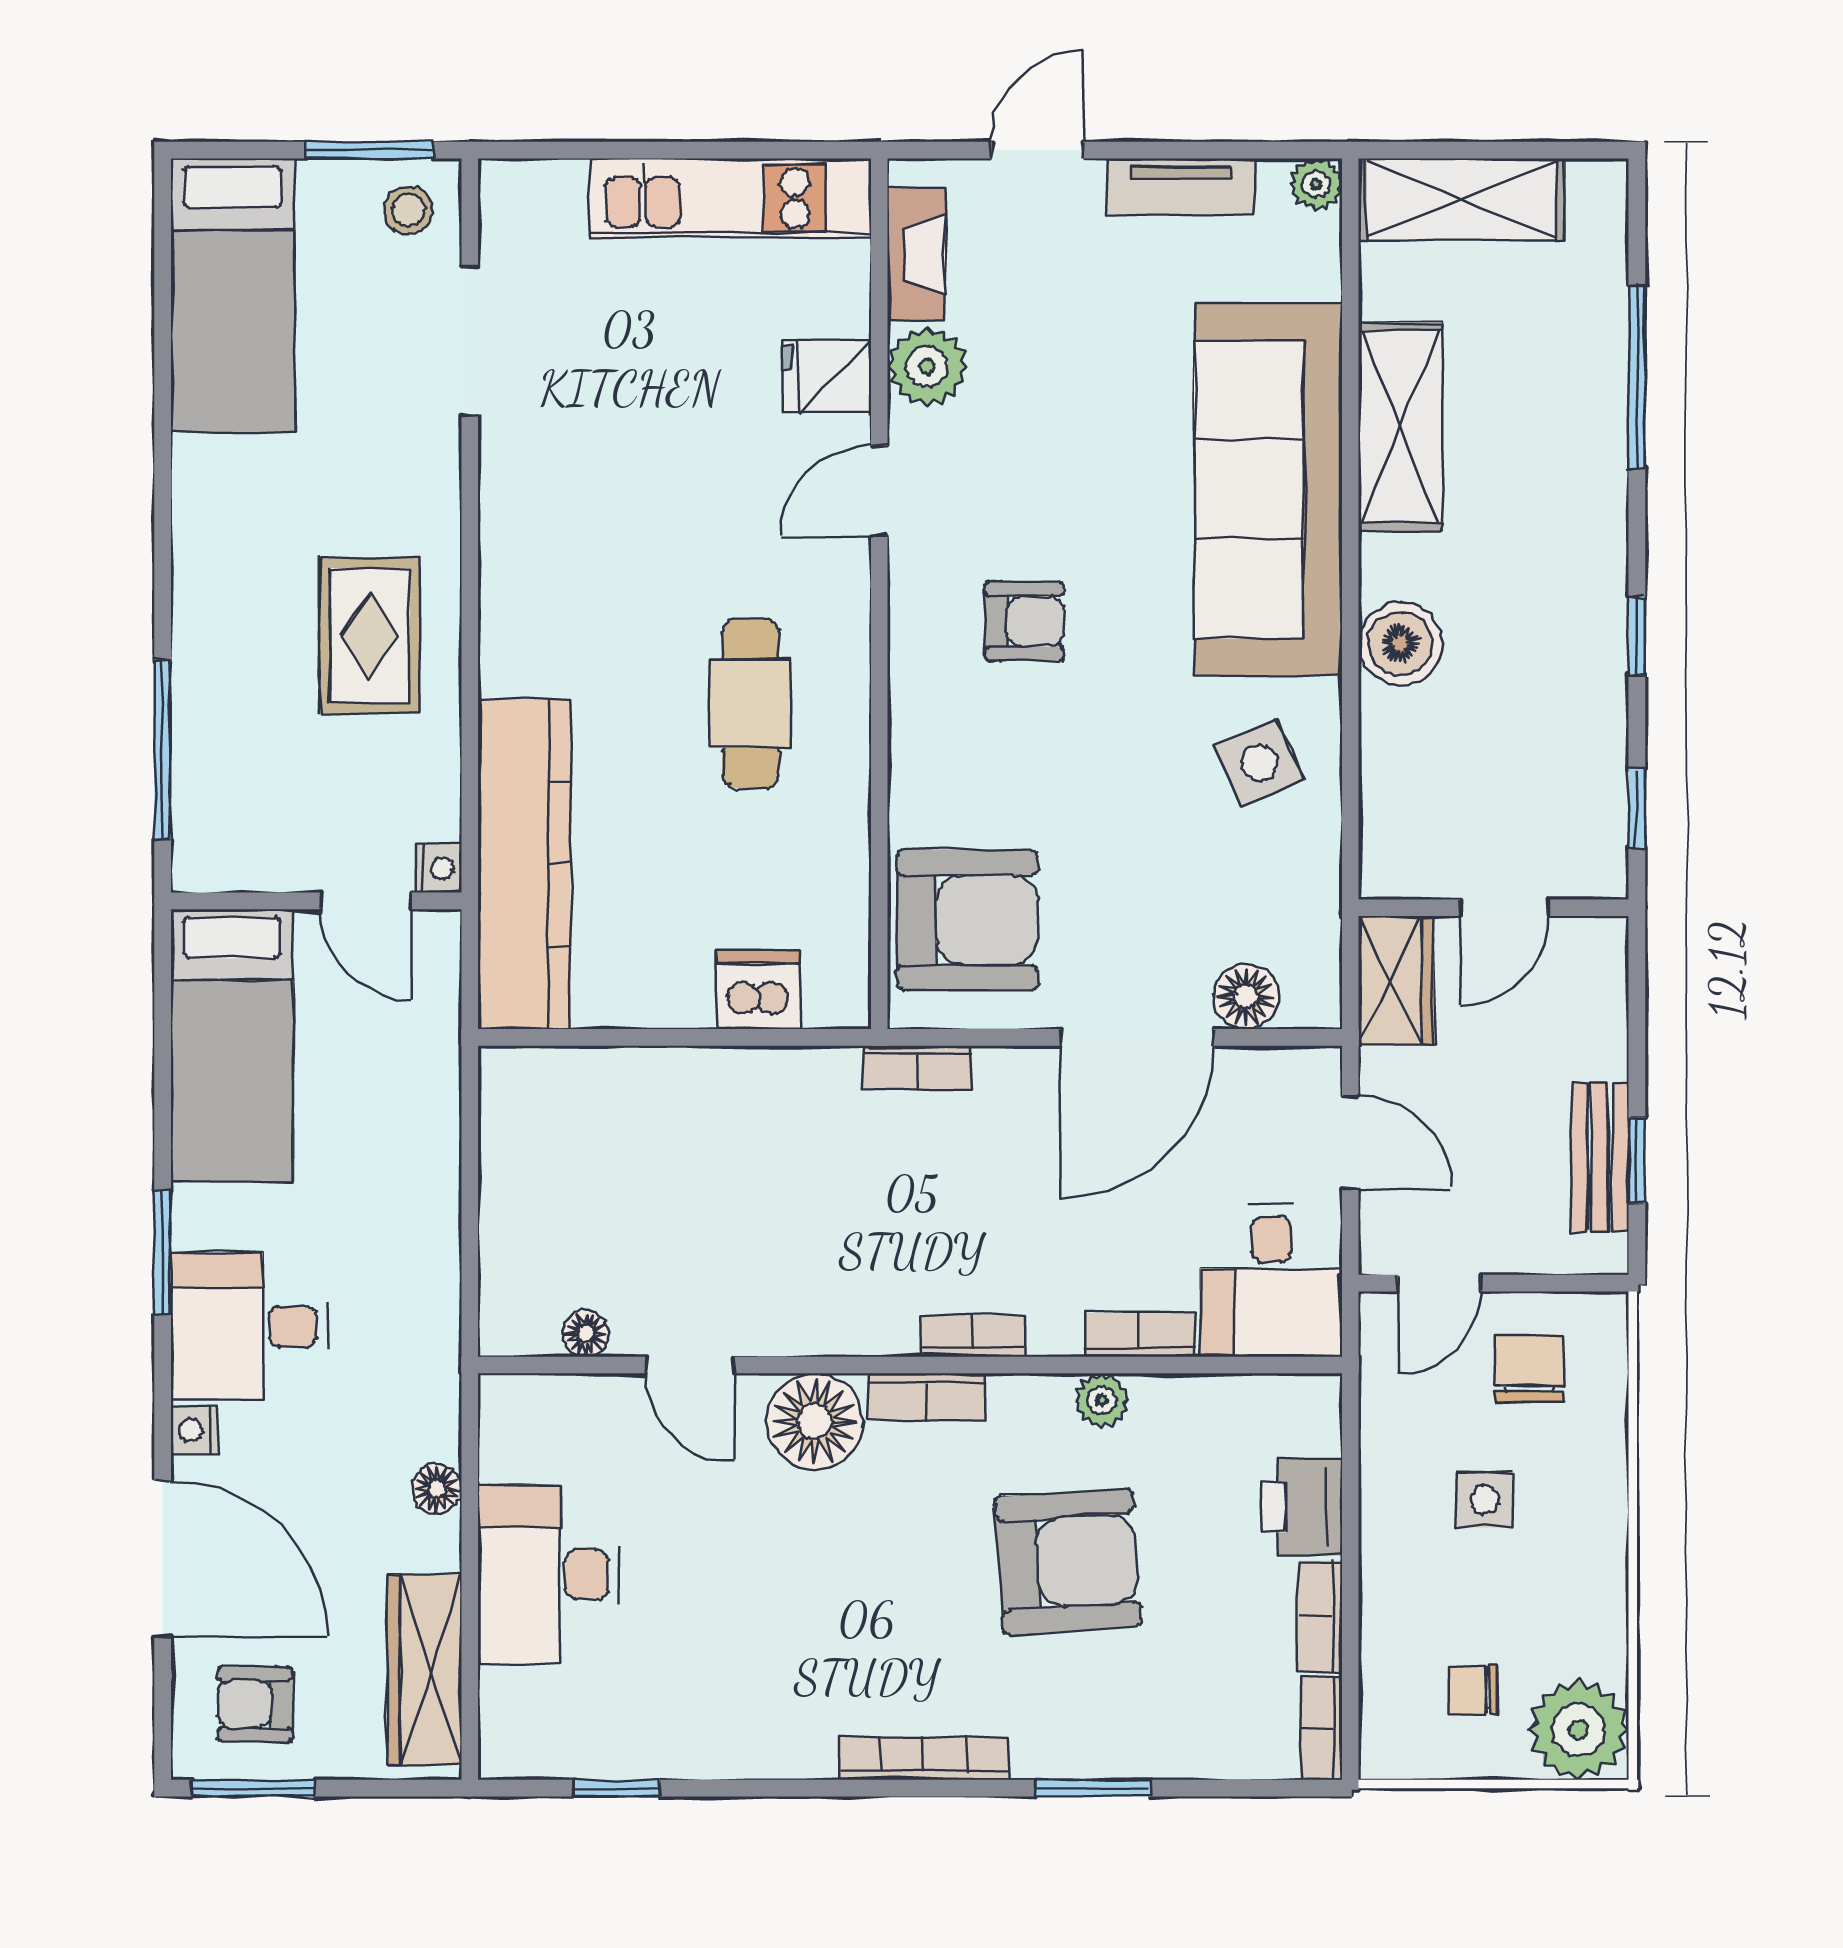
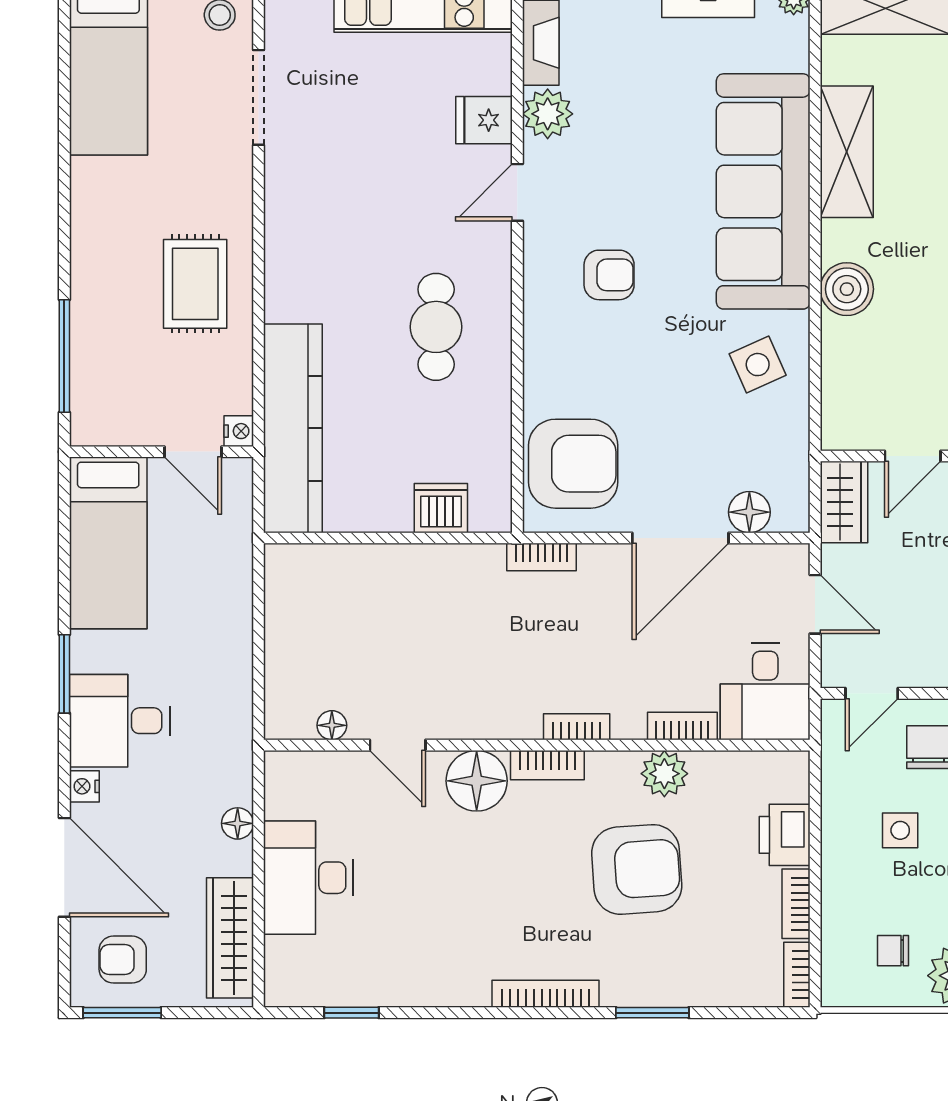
plant: (1102, 1400) -> (664, 774), width x1.38, depth x1.38

